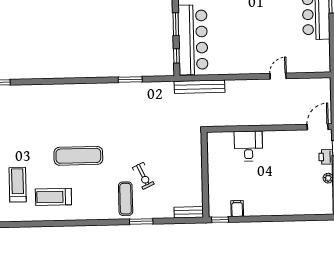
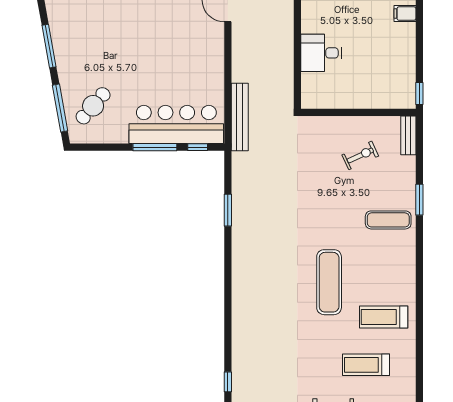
window: (176, 24) -> (155, 147), width x1.44
exercise bike: (143, 176) -> (360, 155), moved
treadmill: (53, 197) -> (384, 317), turned 90
filing cabinet: (237, 209) -> (405, 14), moved

